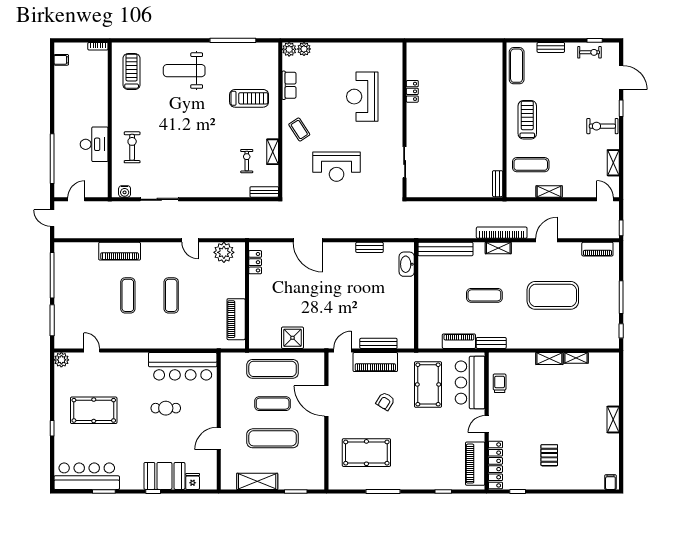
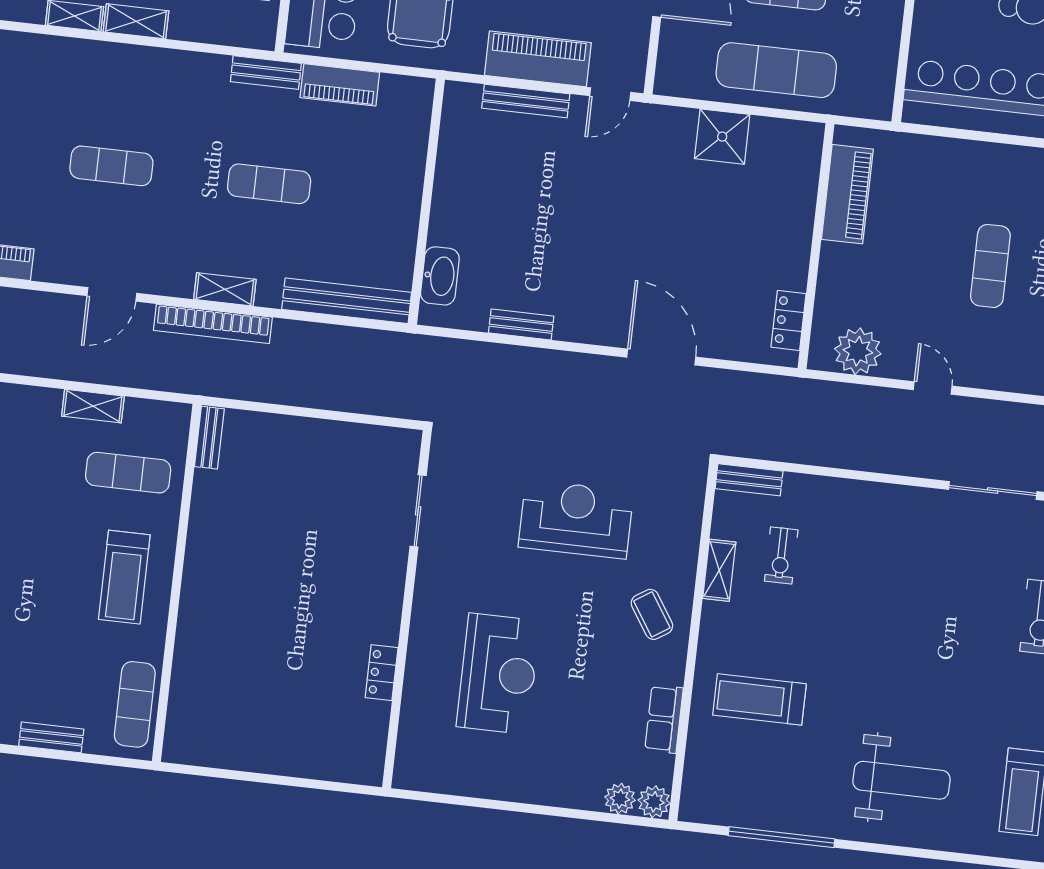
exercise mat: (553, 295) -> (111, 166), width x0.50, depth x0.69

